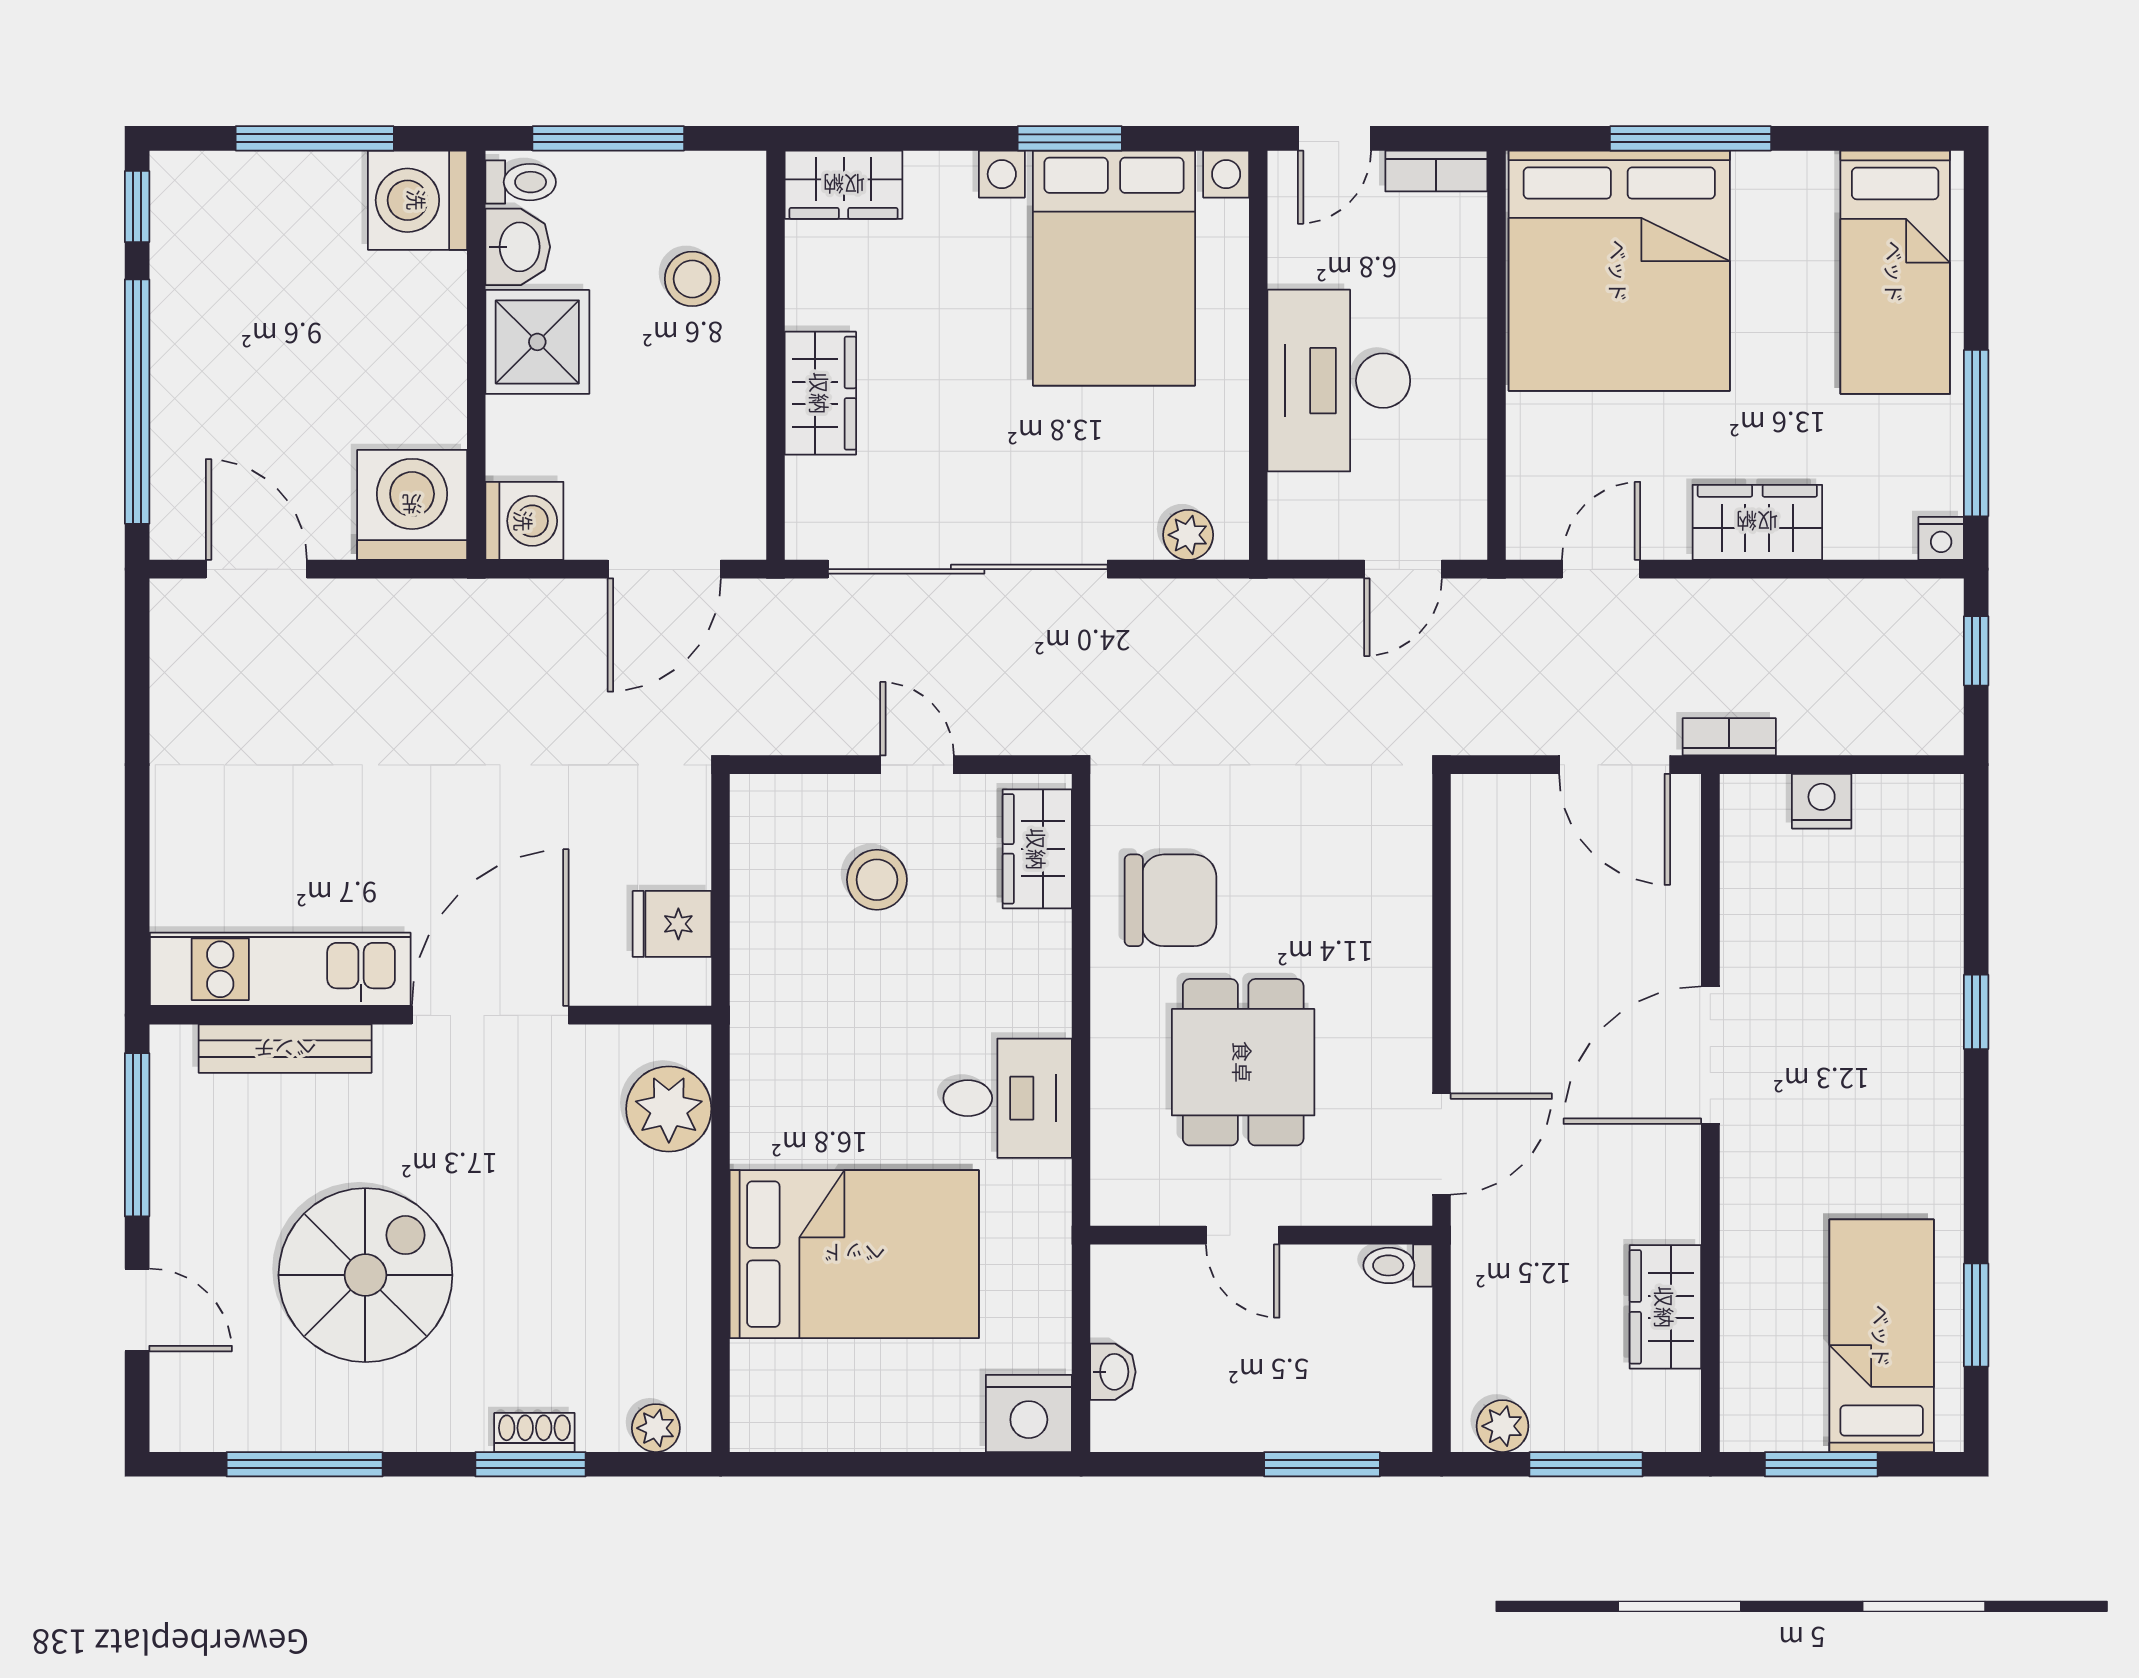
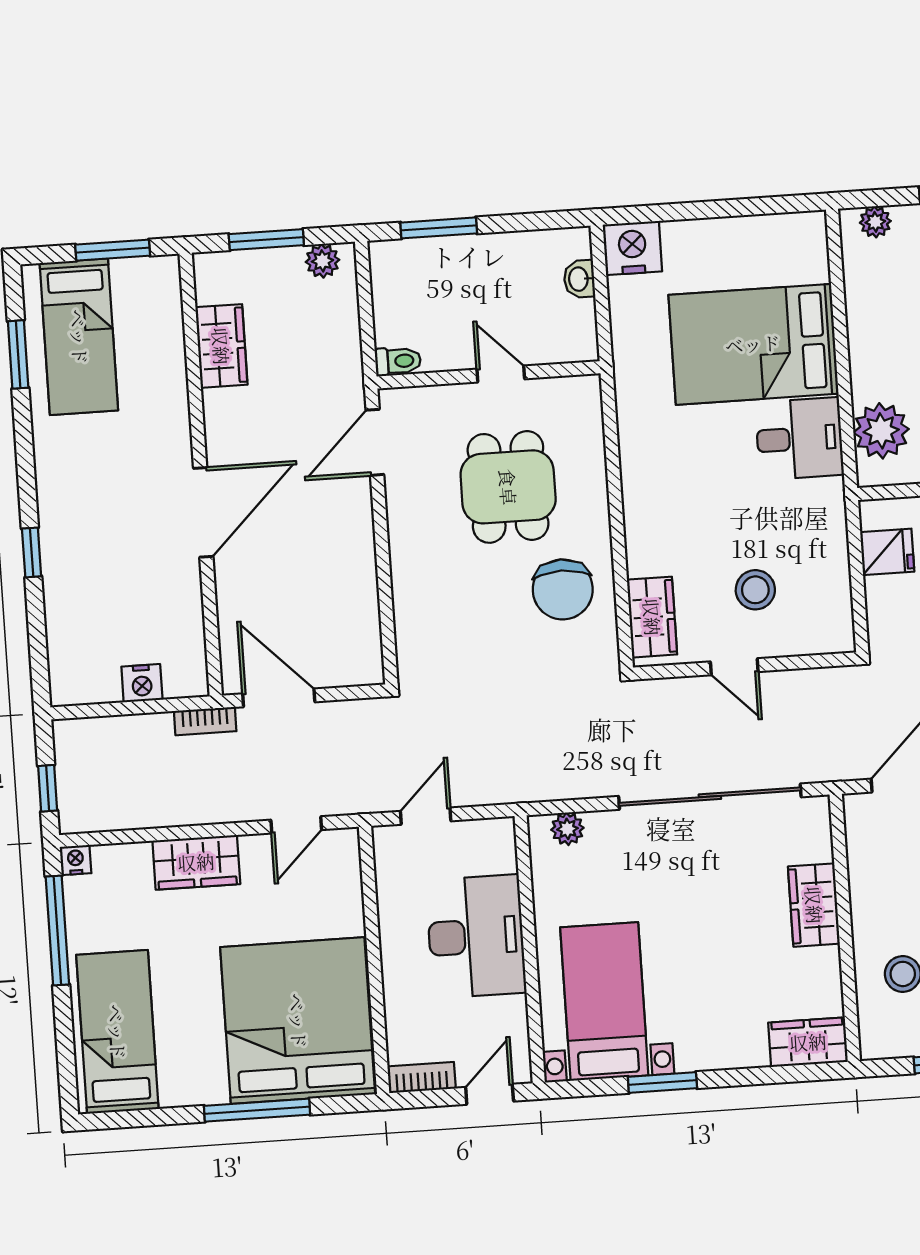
bed with nightstands: (1114, 268) -> (604, 1001), width x0.73
chair: (1170, 900) -> (563, 589), turned -90
desk: (1008, 1098) -> (799, 439), moved, turned 180

